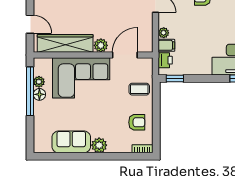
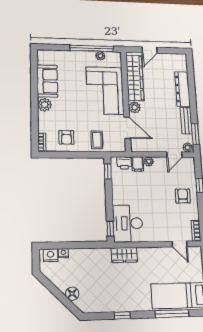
floor lamp: (39, 94) -> (89, 56), removed

